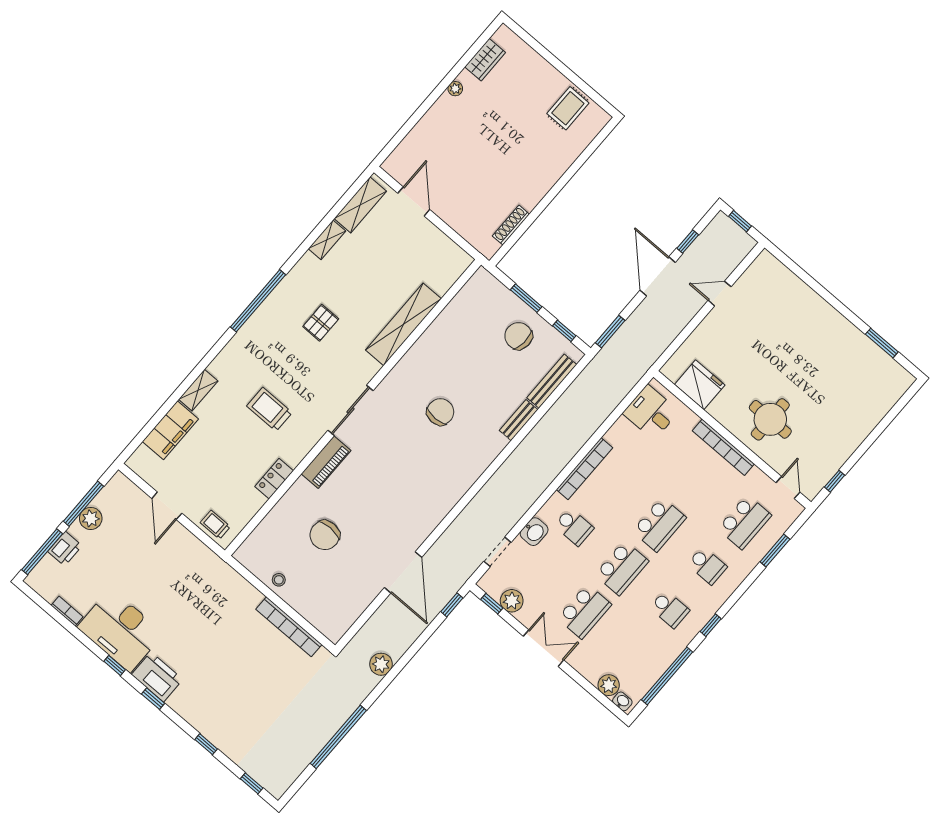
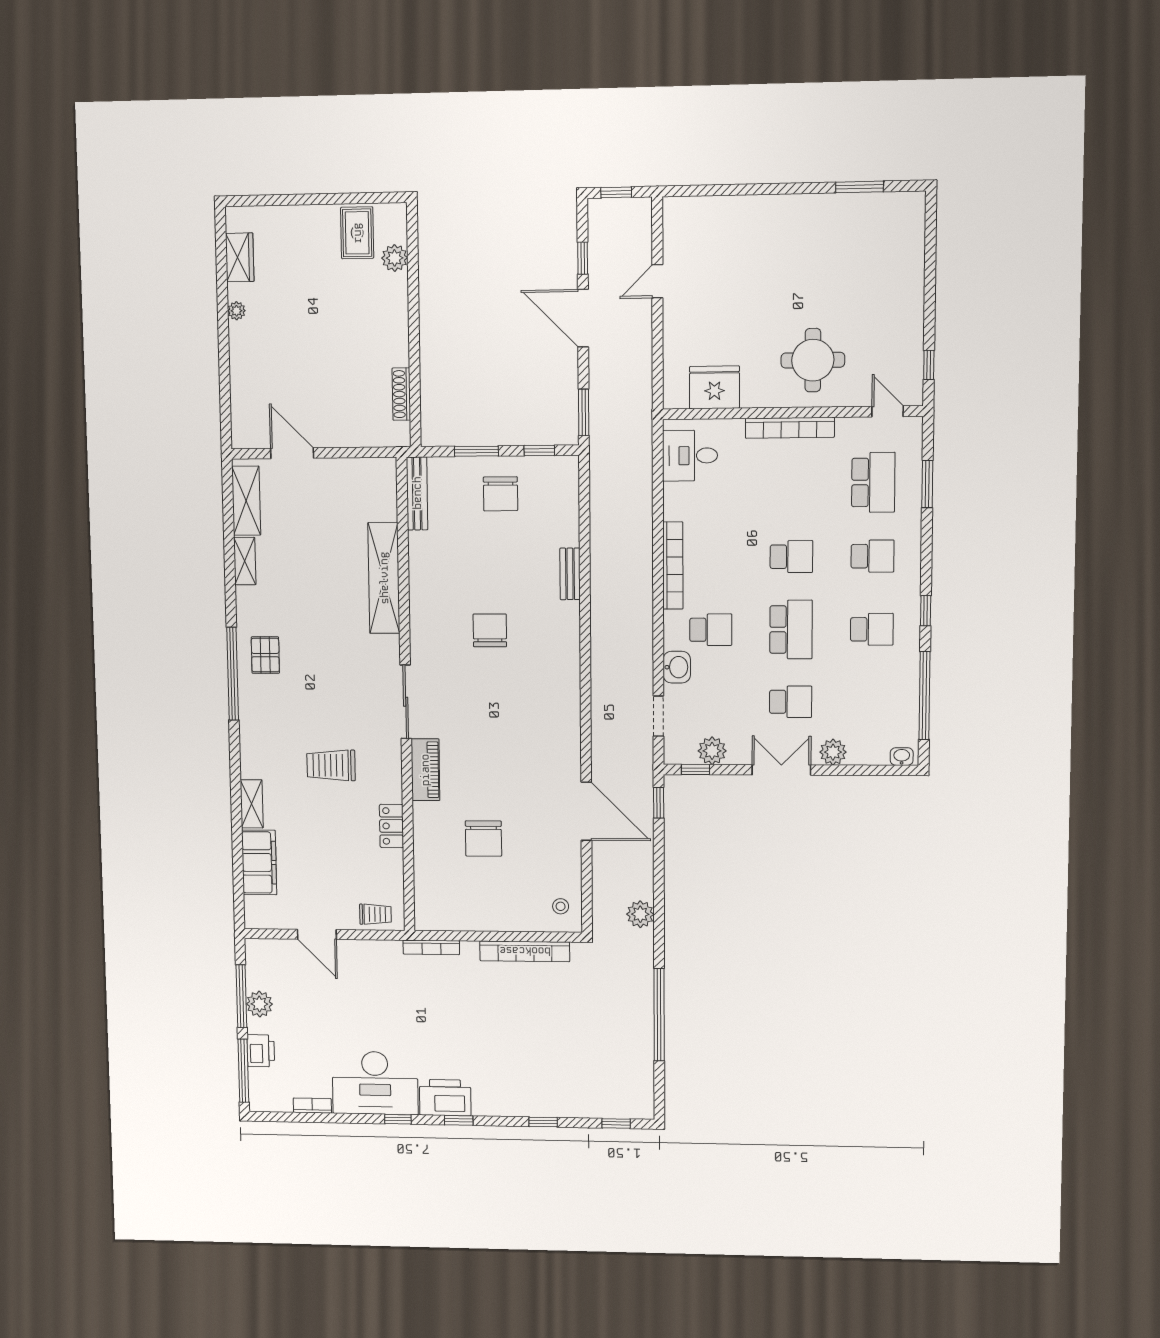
plant: (577, 143) -> (395, 258), added
pallet: (321, 323) -> (265, 655), moved
chair: (519, 336) -> (500, 494), turned -94
bench: (552, 381) -> (417, 493), moved
school desk: (659, 524) -> (791, 557), width x0.54
trolley: (215, 525) -> (375, 914), turned 180
bookcase: (232, 575) -> (431, 947), added
stool: (279, 580) -> (561, 906), moved
school desk: (584, 611) -> (791, 702), width x0.54
plant: (609, 685) -> (833, 752), moved

